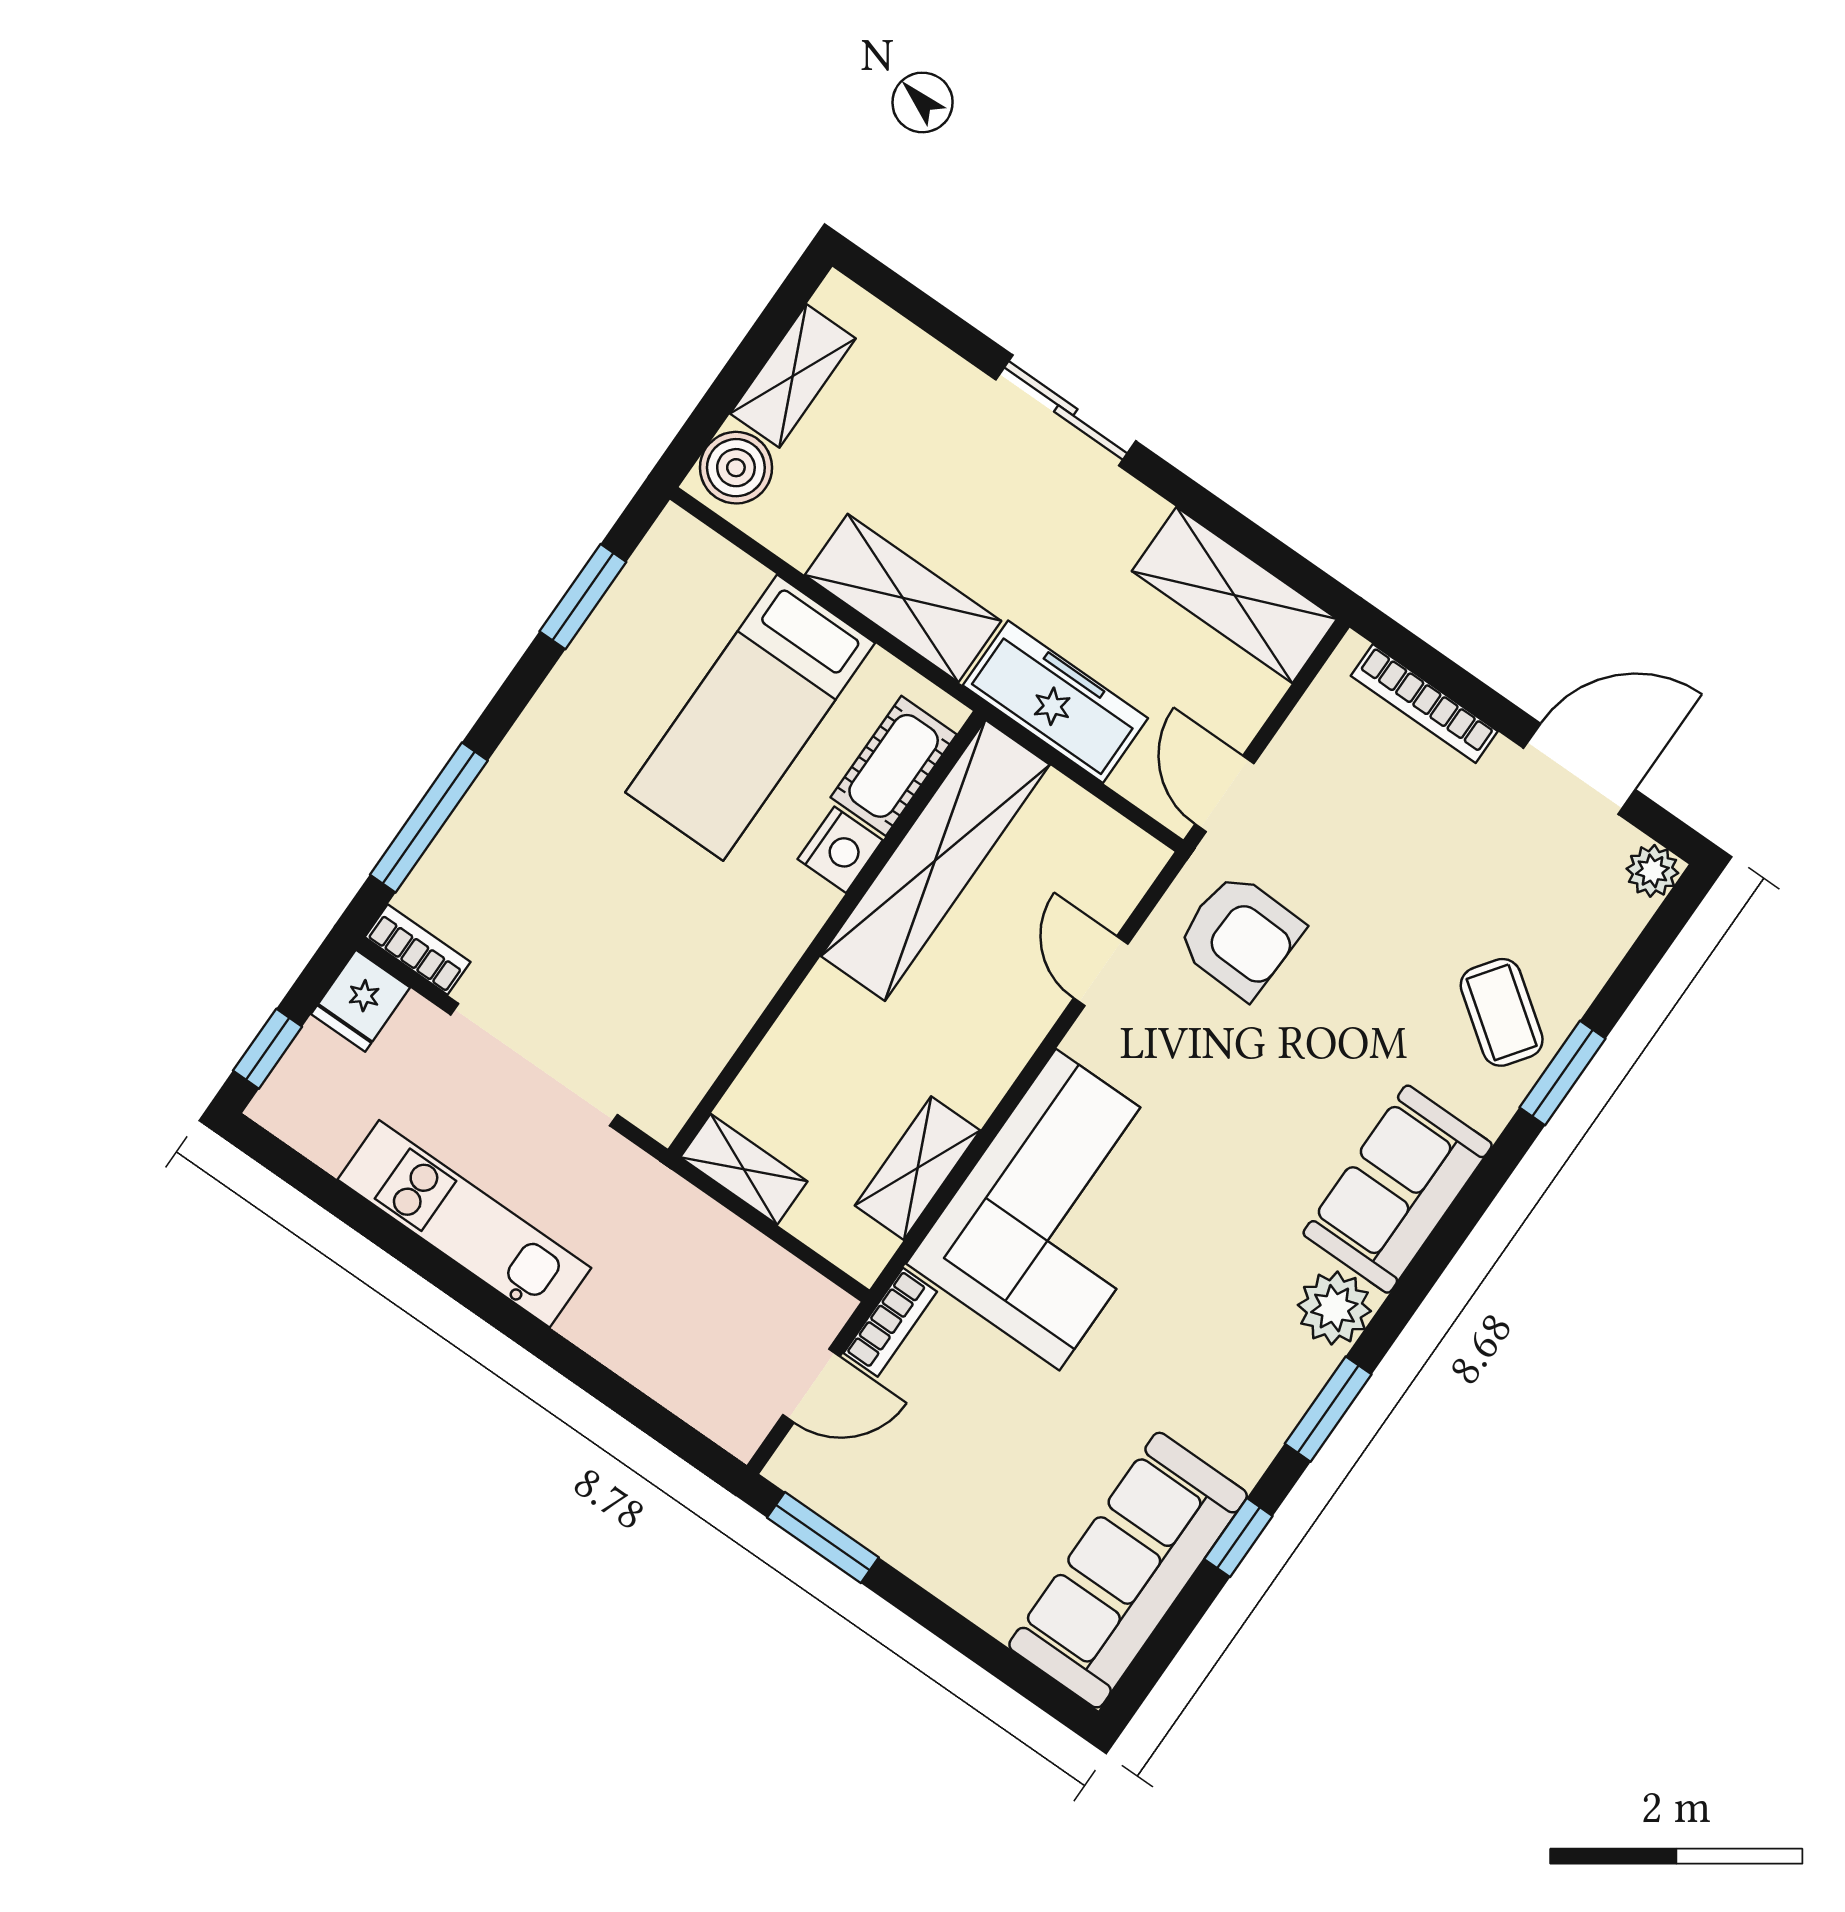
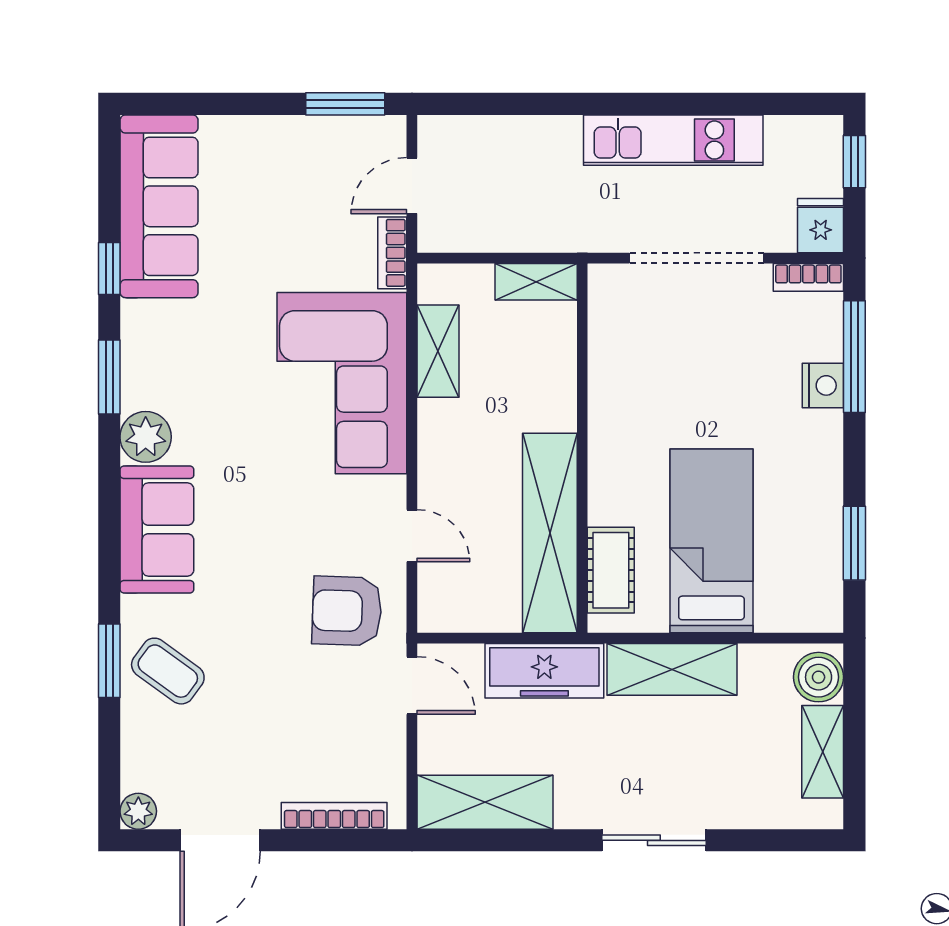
nightstand: (840, 850) -> (823, 385), moved, turned 180

